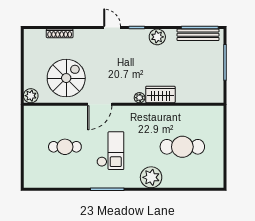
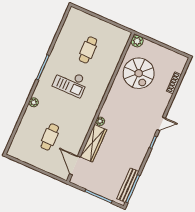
plant: (157, 37) -> (140, 154), removed
wardrobe: (160, 94) -> (93, 143), width x1.50
door: (100, 104) -> (75, 165), moved
cafe table: (182, 147) -> (50, 137), width x0.73, depth x0.74
plant: (151, 177) -> (34, 102), width x0.53, depth x0.53

